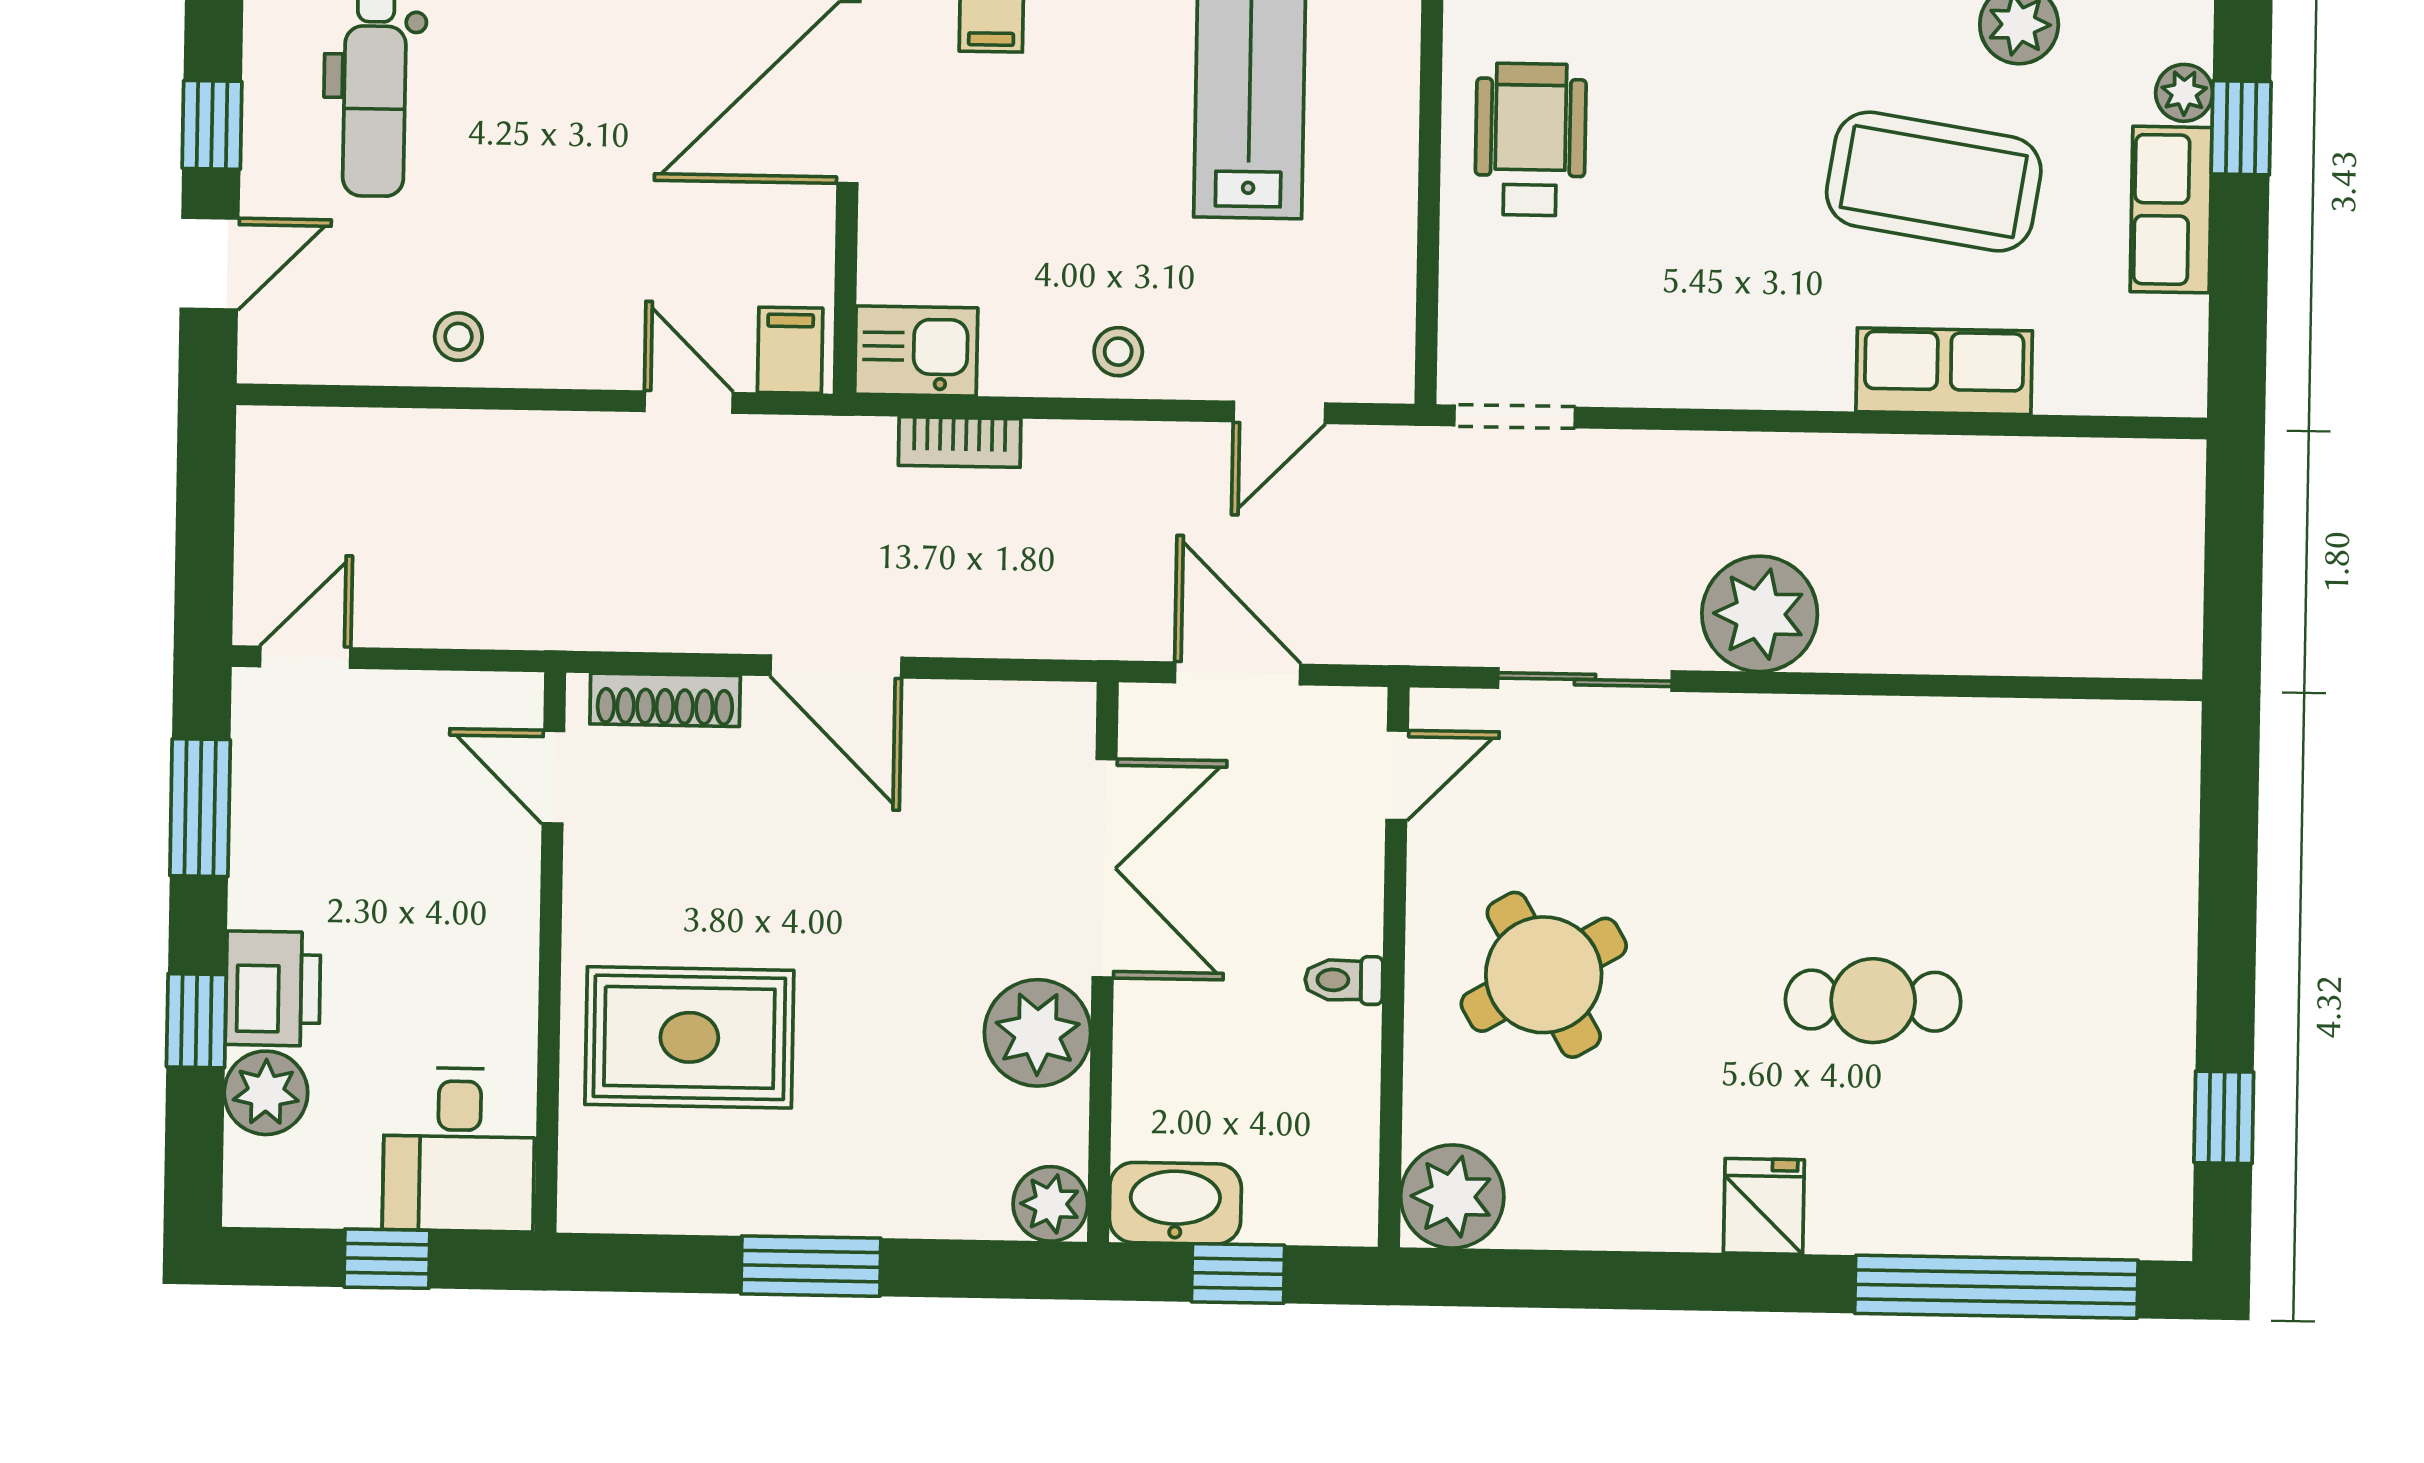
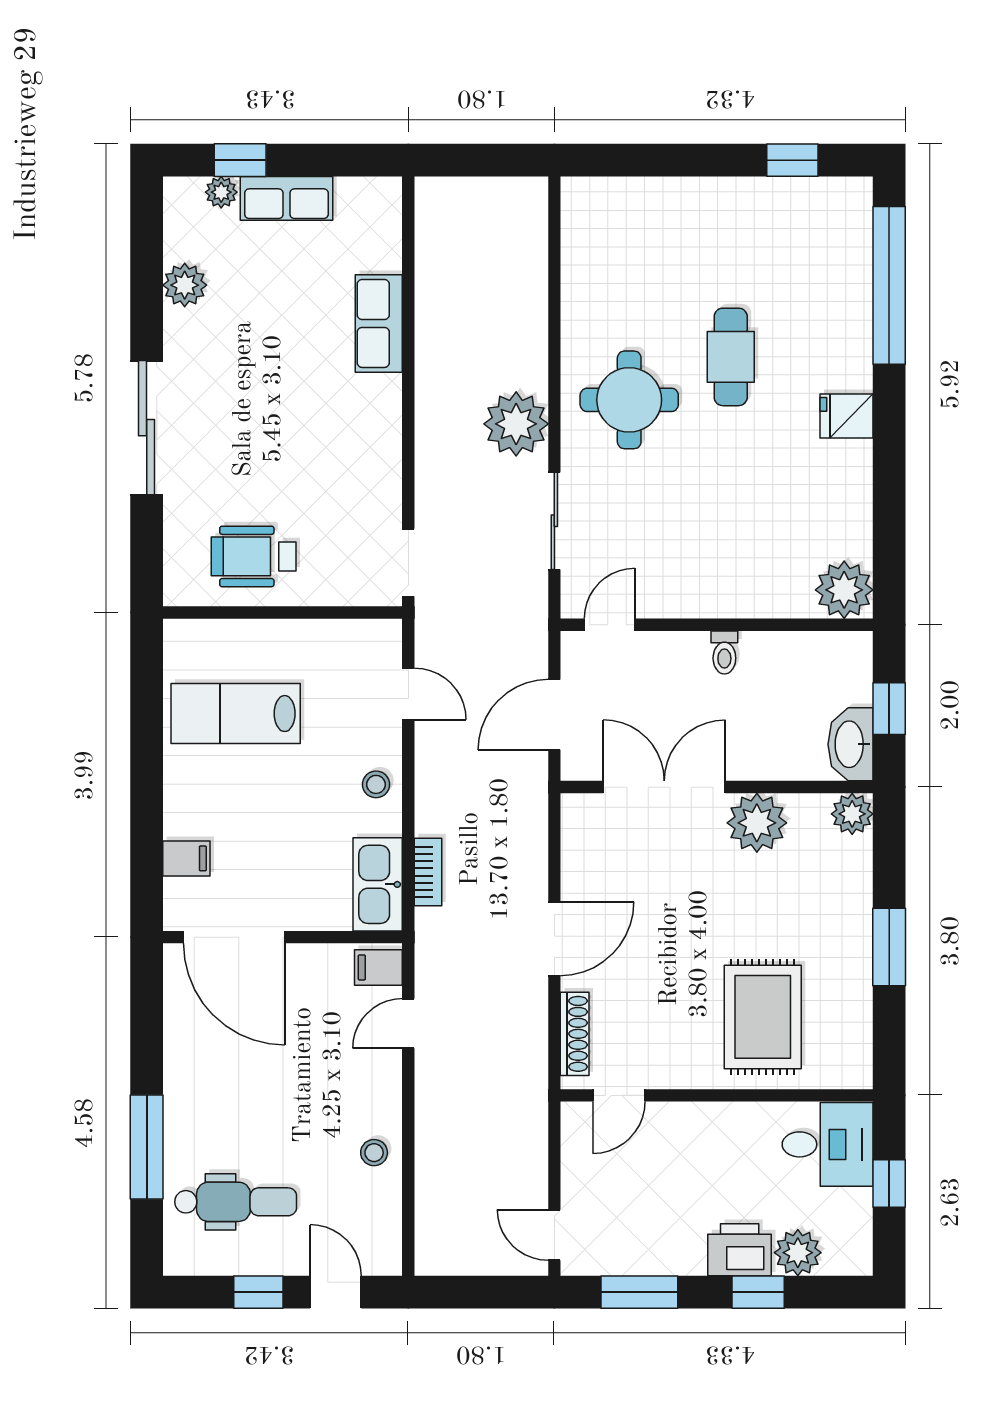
coffee table: (1934, 182) -> (273, 331), removed
kitchen sink: (916, 351) -> (378, 884), width x1.38
door: (1397, 775) -> (610, 625), hinge flipped
round table: (1544, 975) -> (629, 400), moved, turned 30

